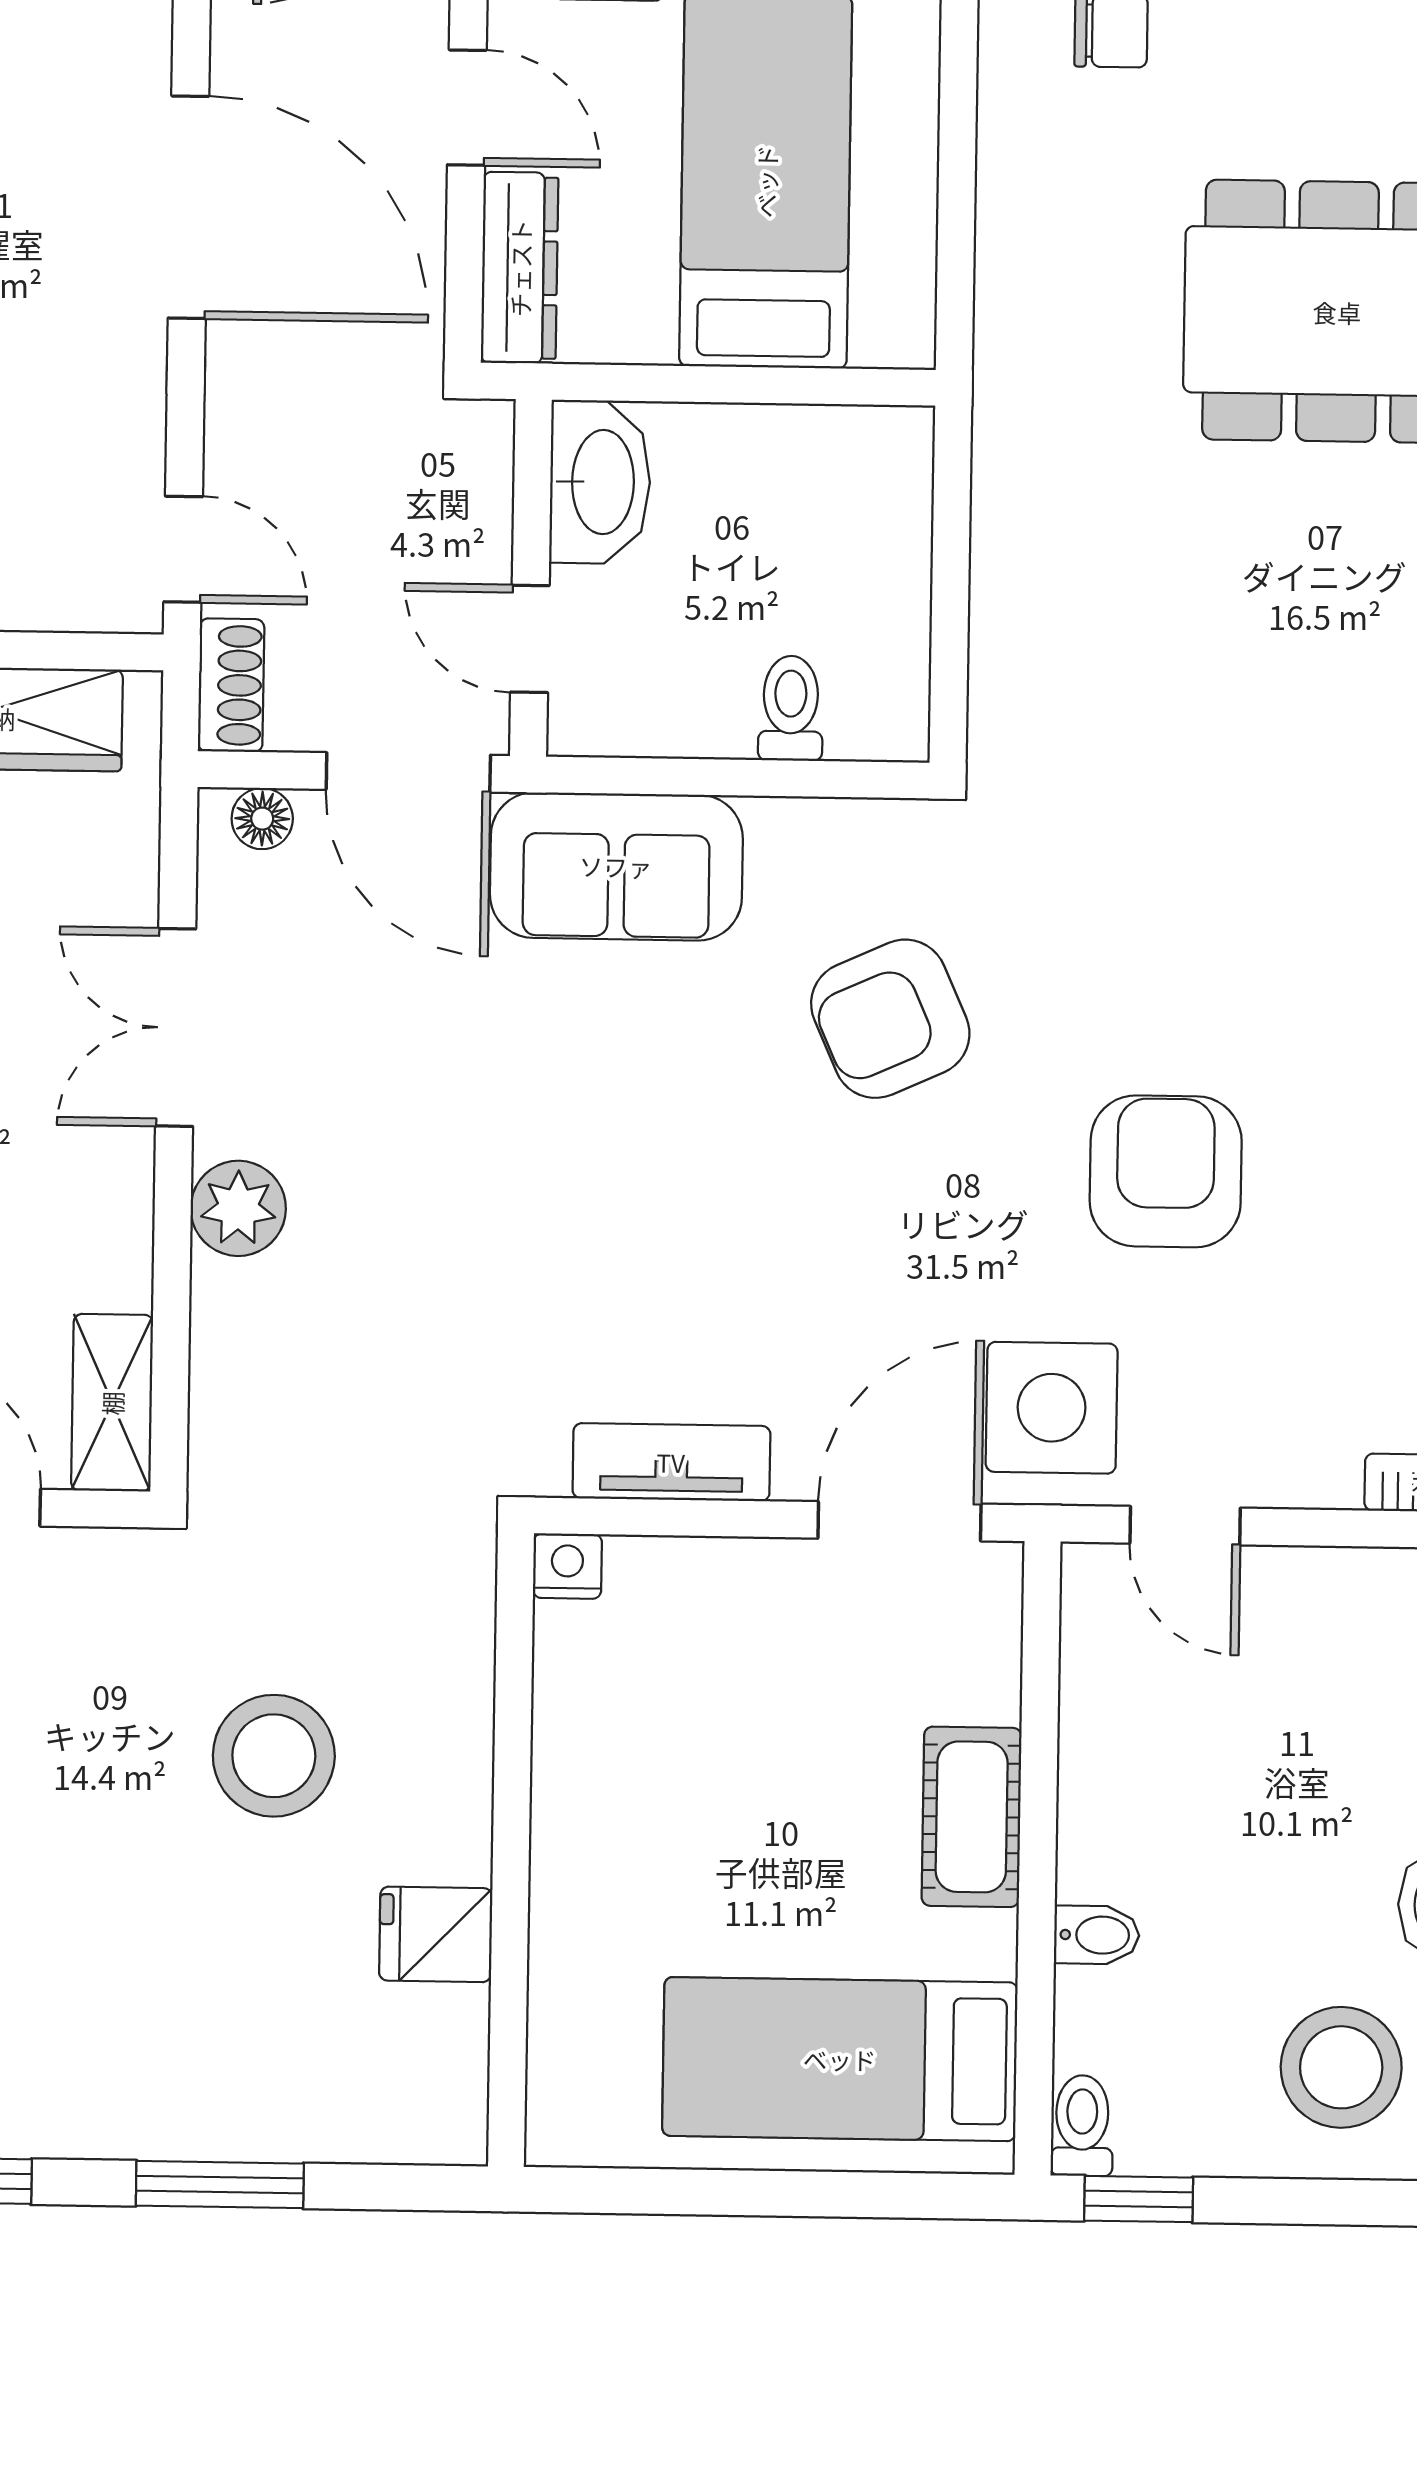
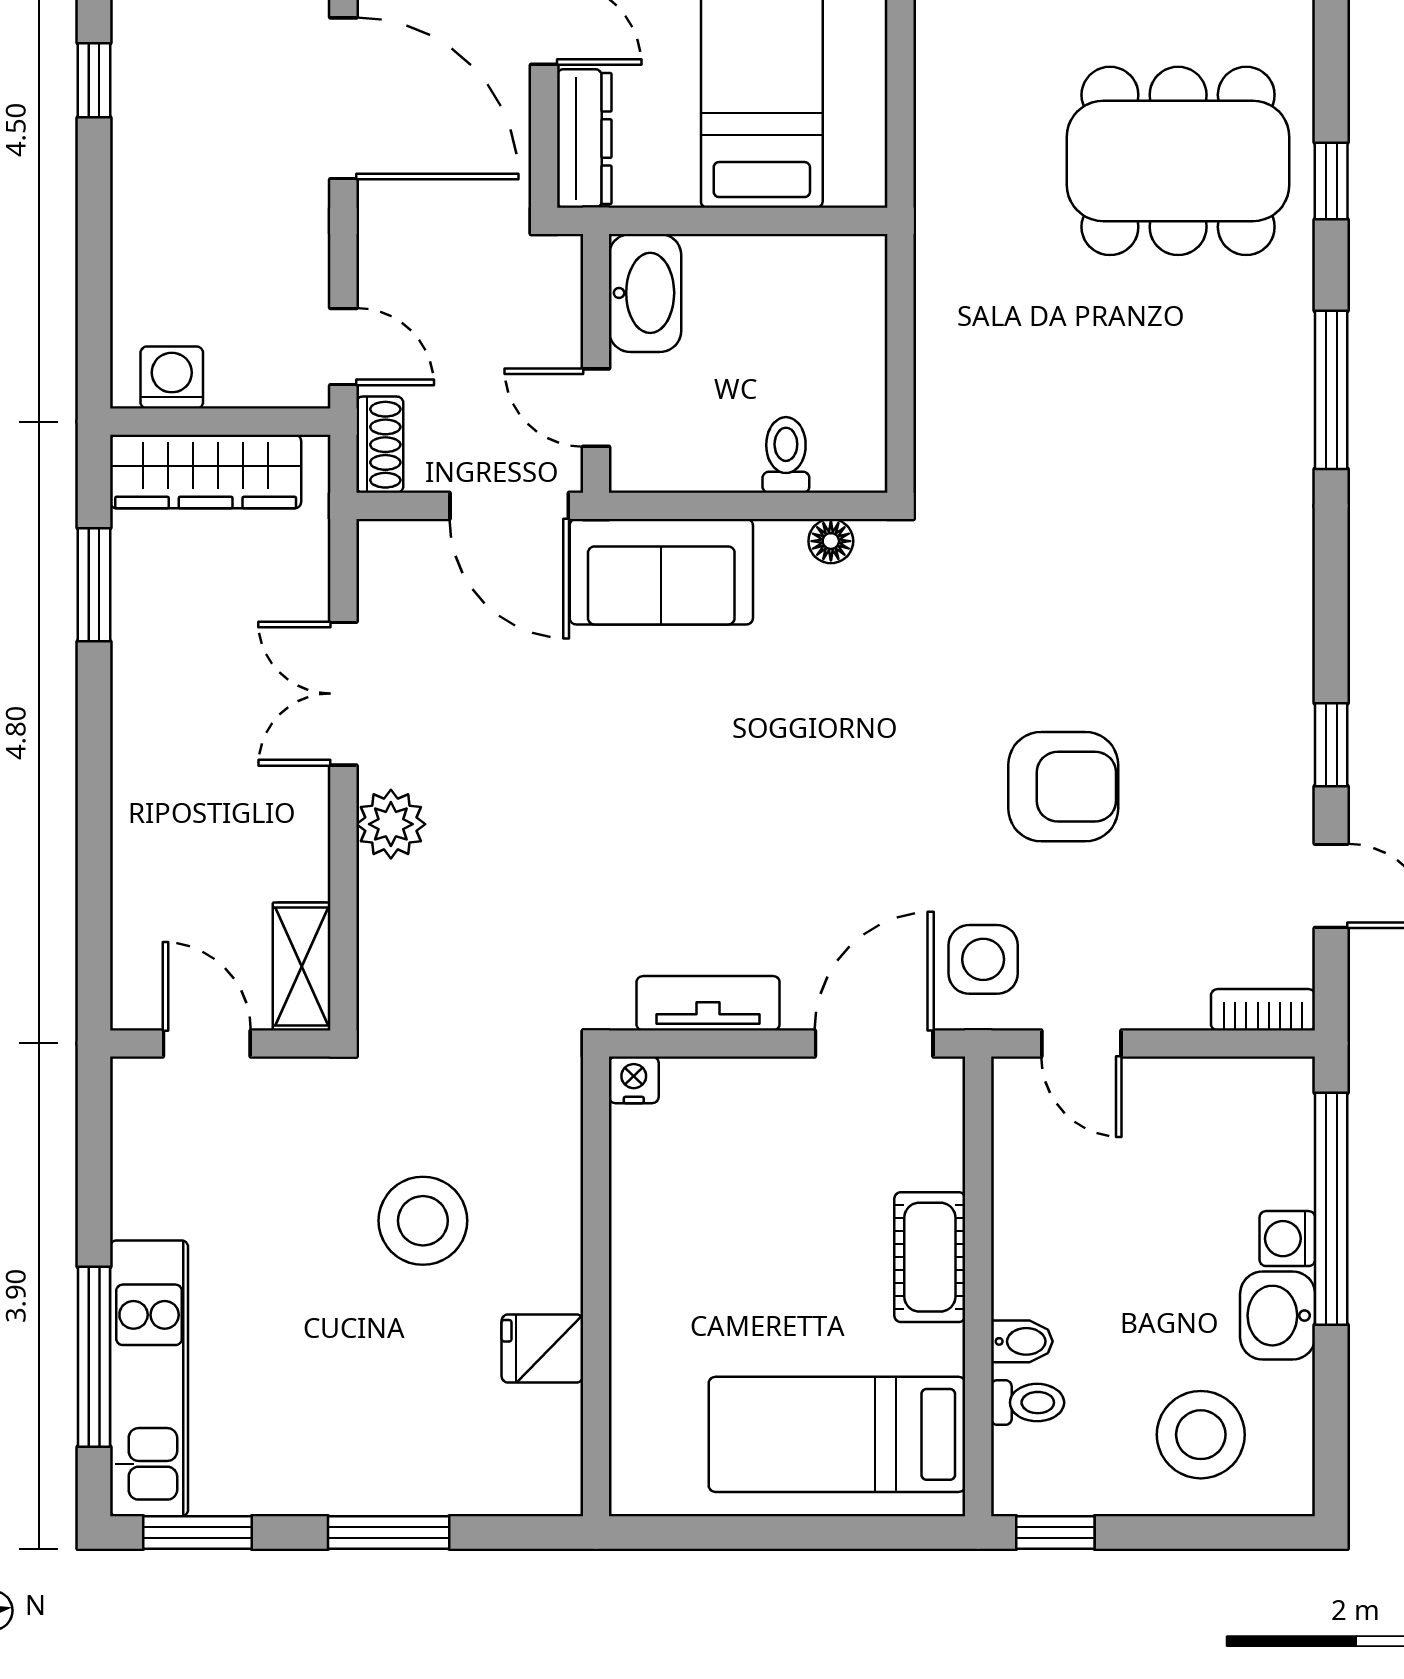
floor lamp: (262, 819) -> (831, 541), moved
armchair: (890, 1019) -> (862, 679), removed
armchair: (1166, 1171) -> (1063, 787), turned 90
side table: (1052, 1408) -> (983, 959), width x0.73, depth x0.73
toilet: (1082, 2126) -> (1028, 1403), moved, turned 90

